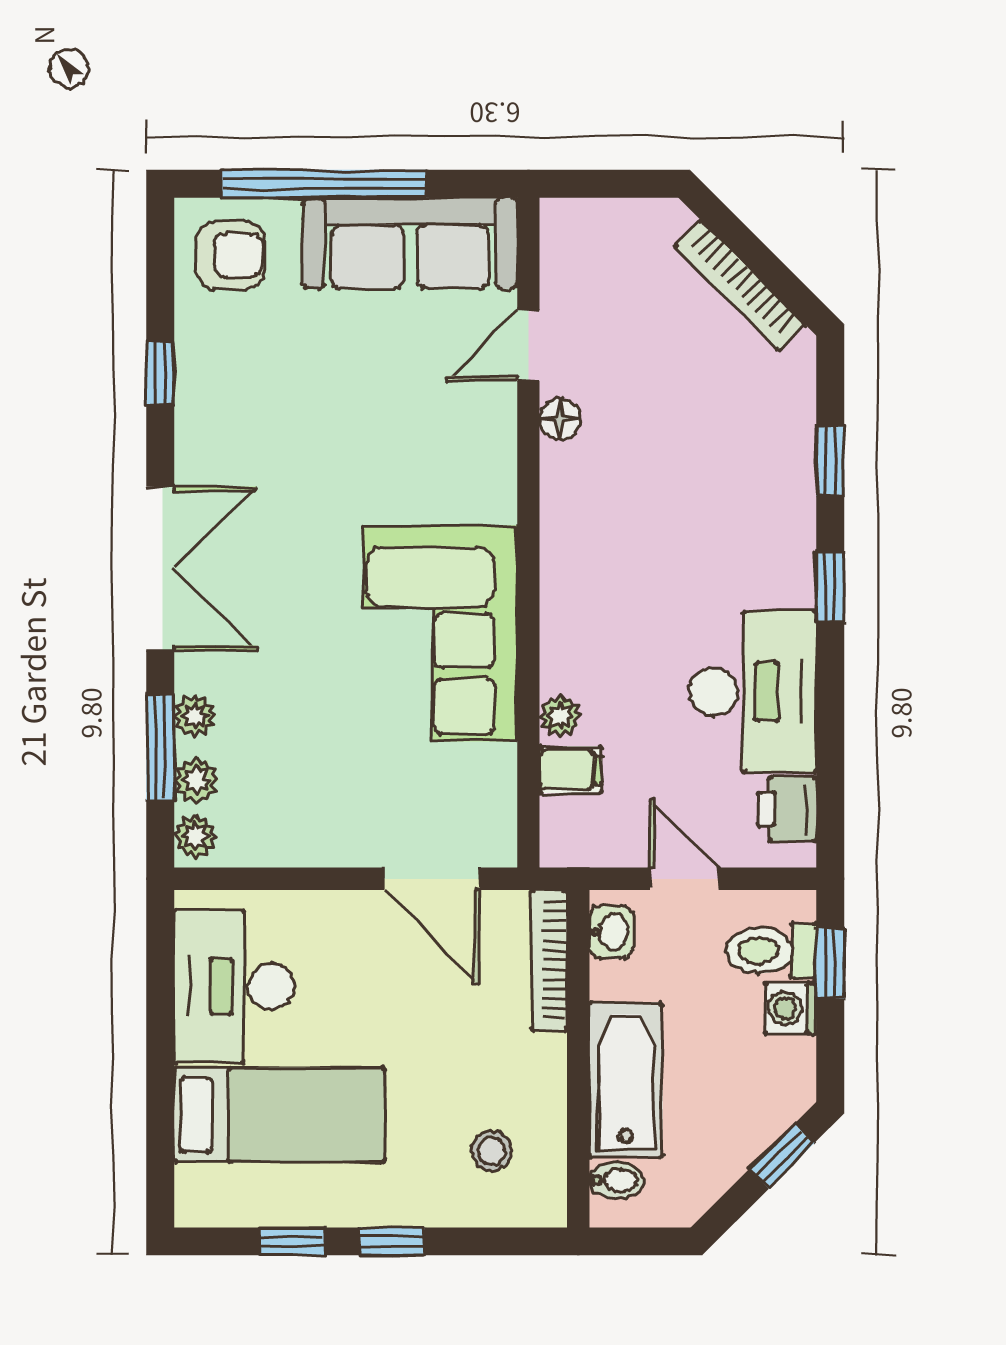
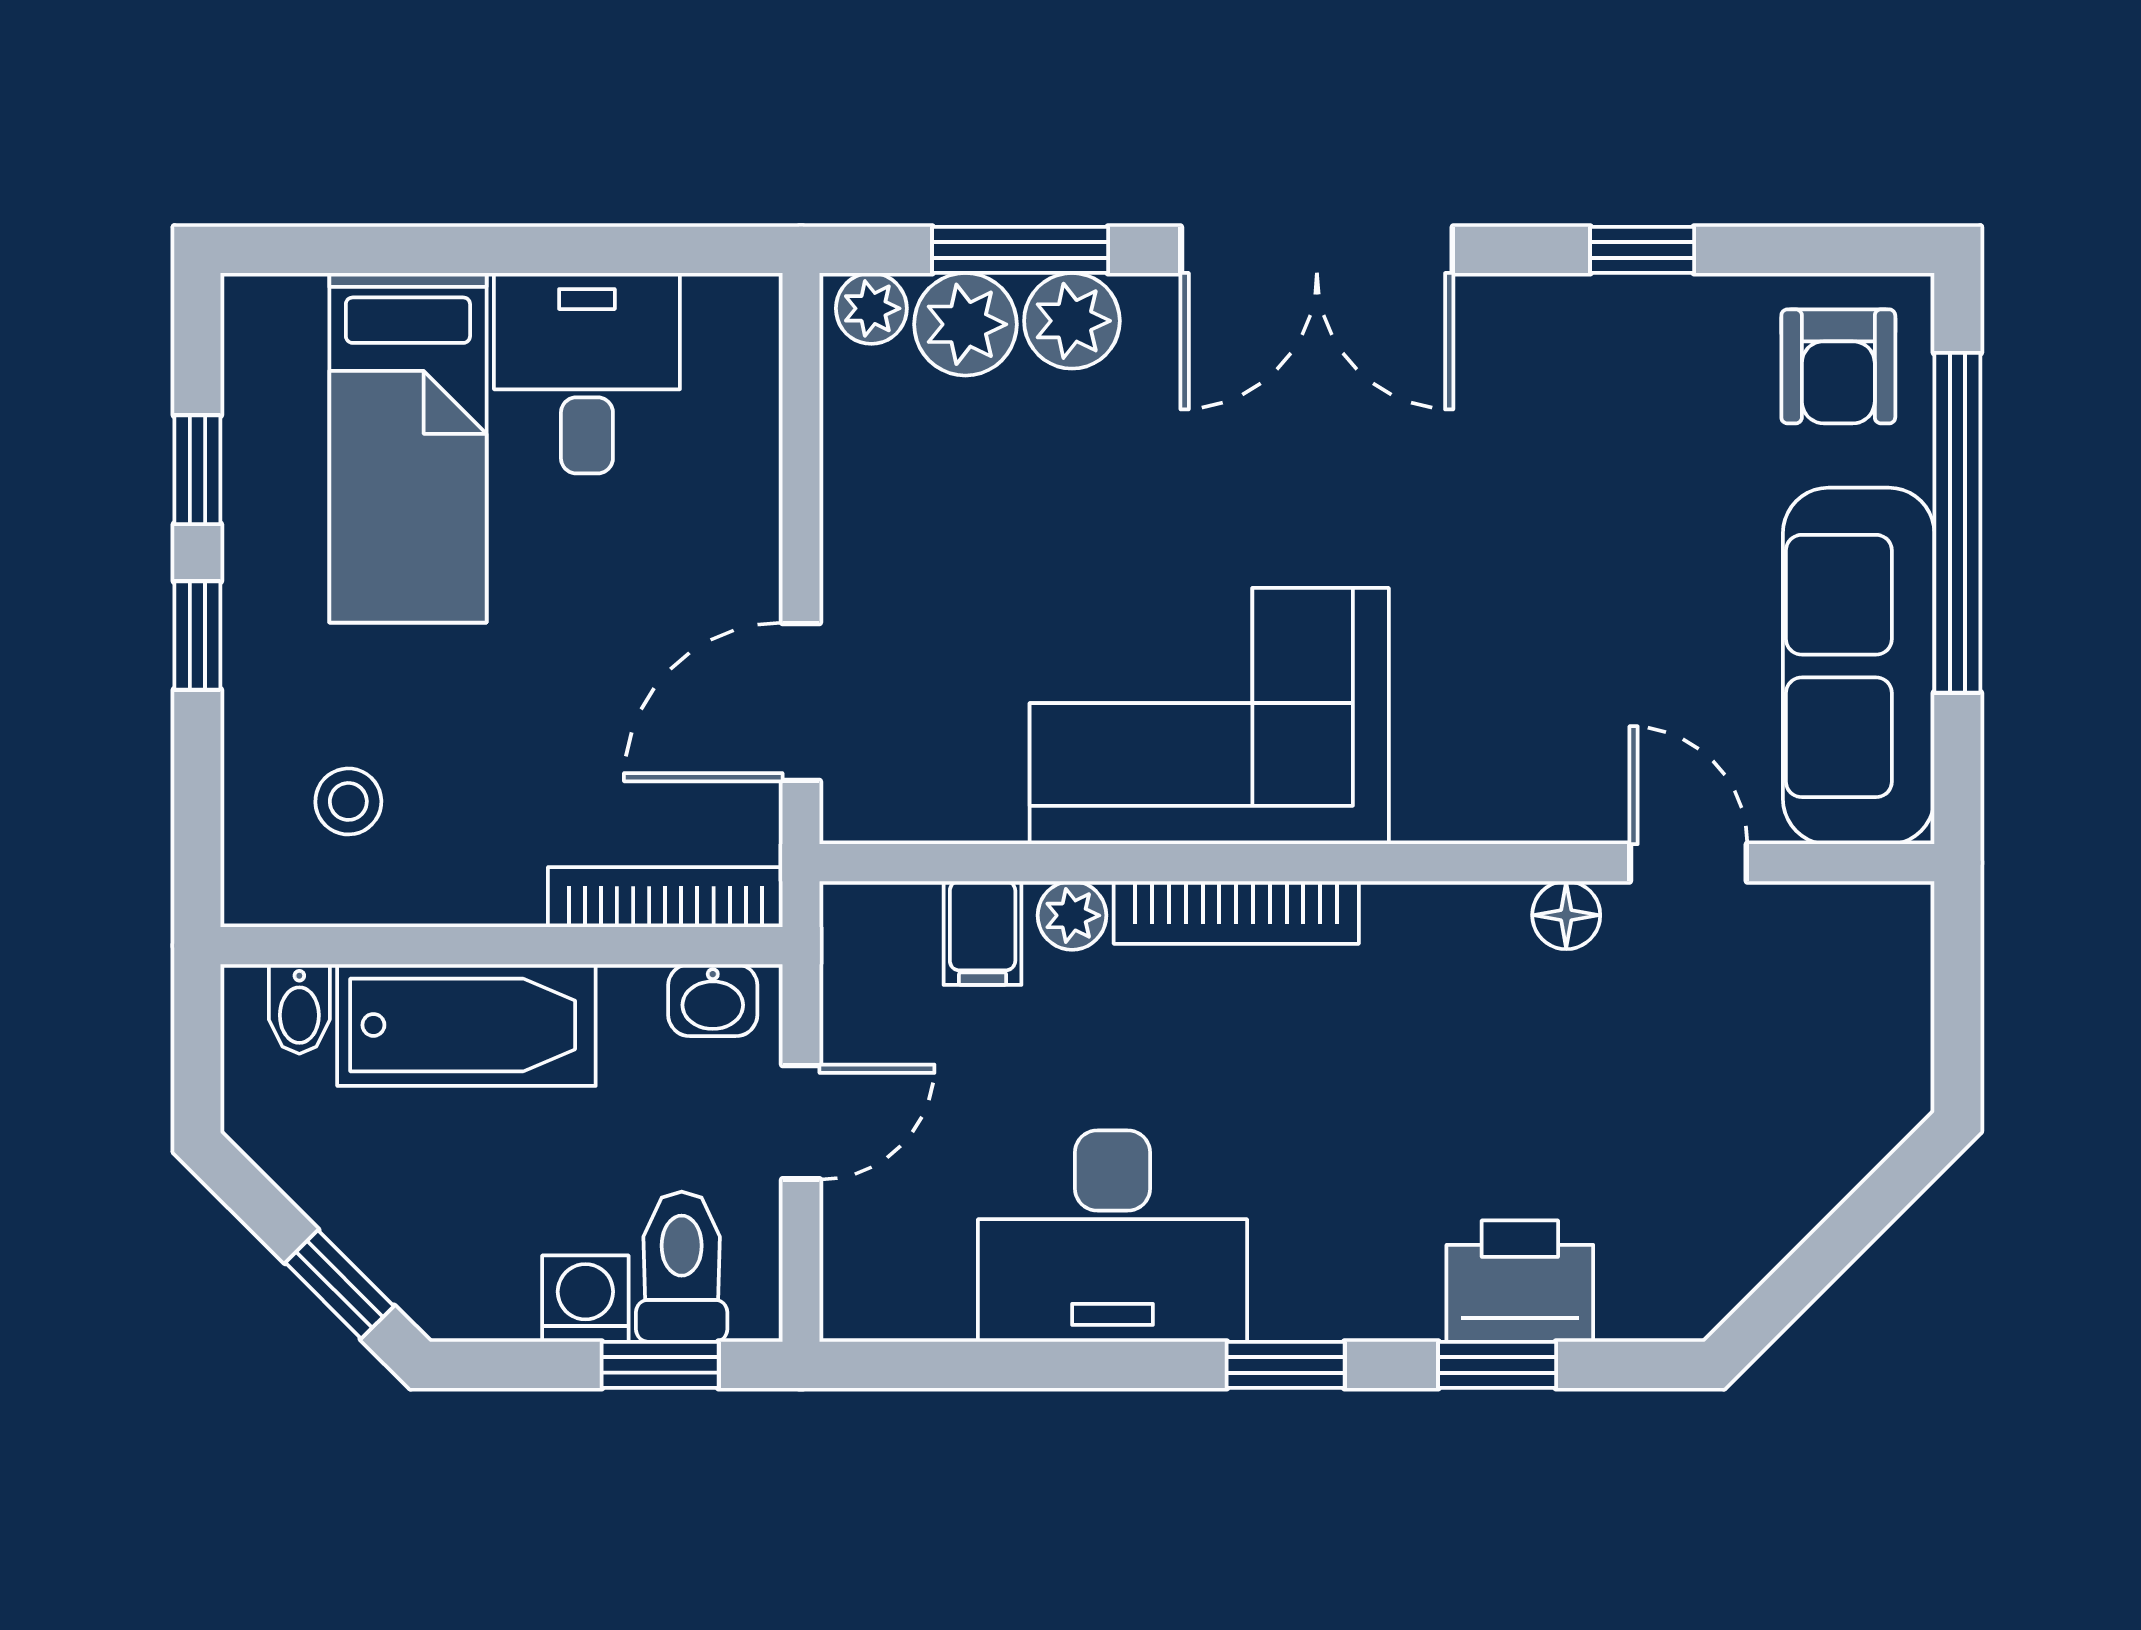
bookcase: (739, 285) -> (1236, 912), moved, turned -135
plant: (195, 716) -> (1072, 321), width x1.38, depth x1.38
plant: (196, 780) -> (965, 324), width x1.38, depth x1.38
printer: (787, 809) -> (1520, 1281), moved, width x1.36, depth x1.24
desk: (234, 987) -> (587, 373), width x0.73

